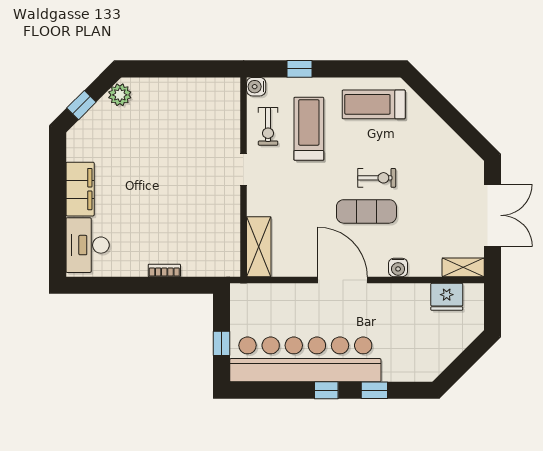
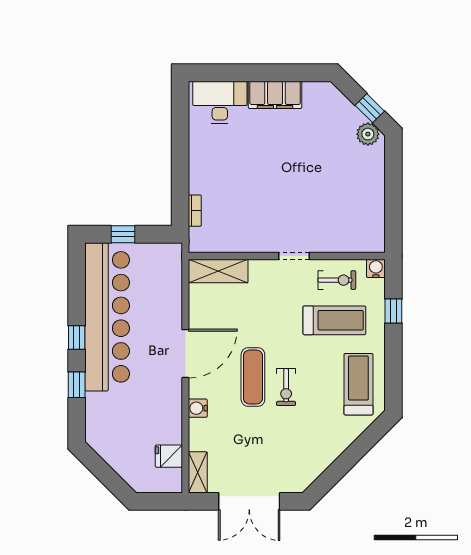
window: (81, 105) -> (370, 108), moved
exercise bike: (268, 126) -> (337, 280), turned 180
bookcase: (164, 270) -> (195, 211), moved
fridge: (447, 297) -> (169, 456), width x0.72

